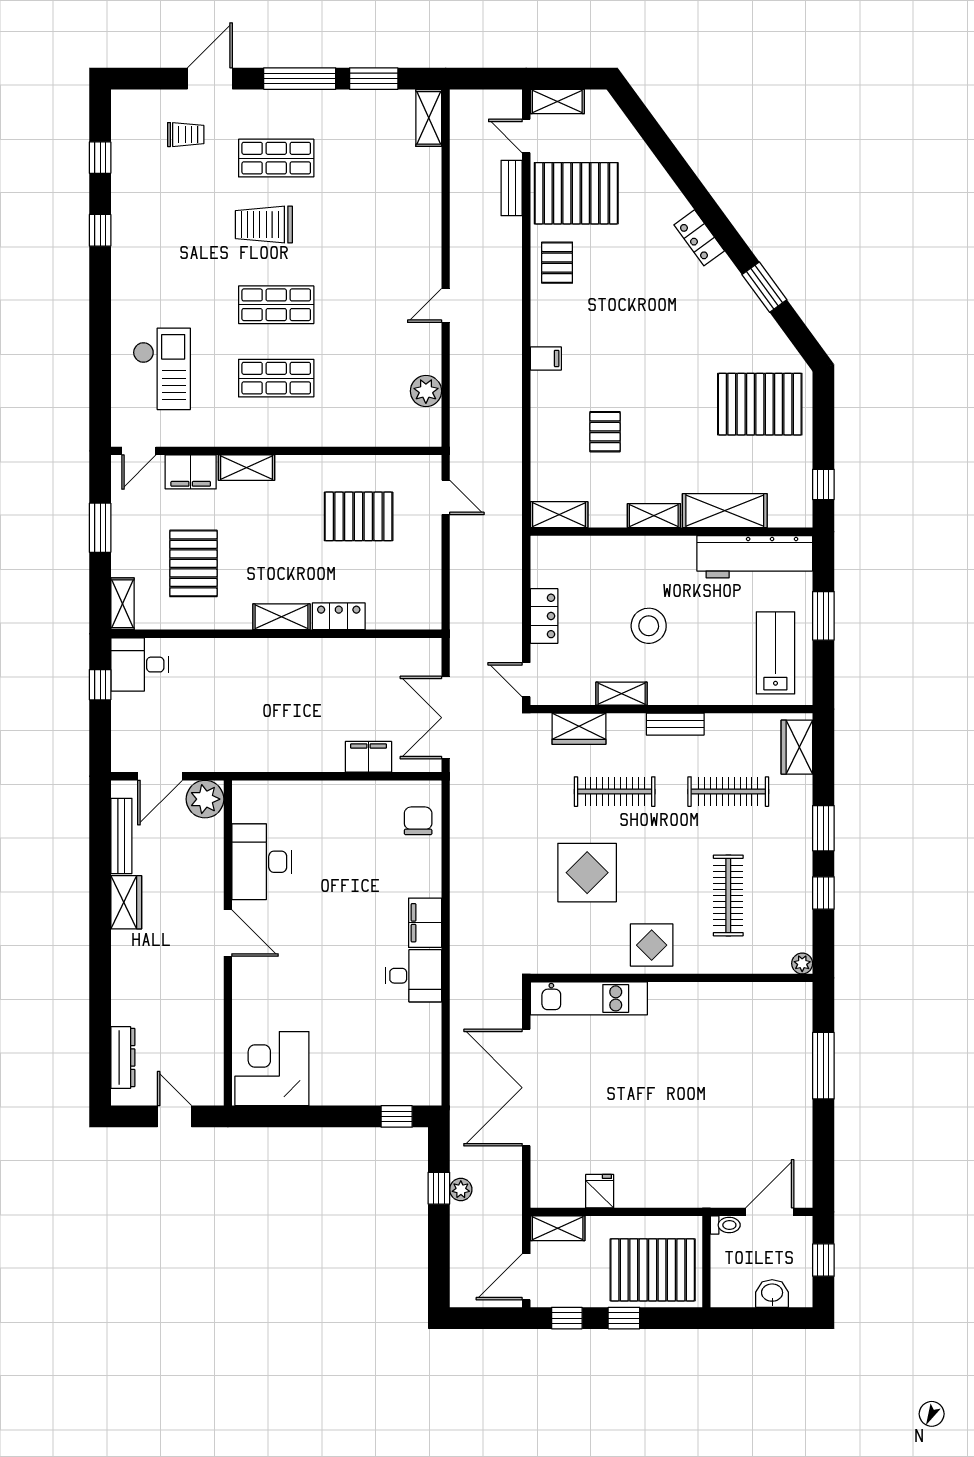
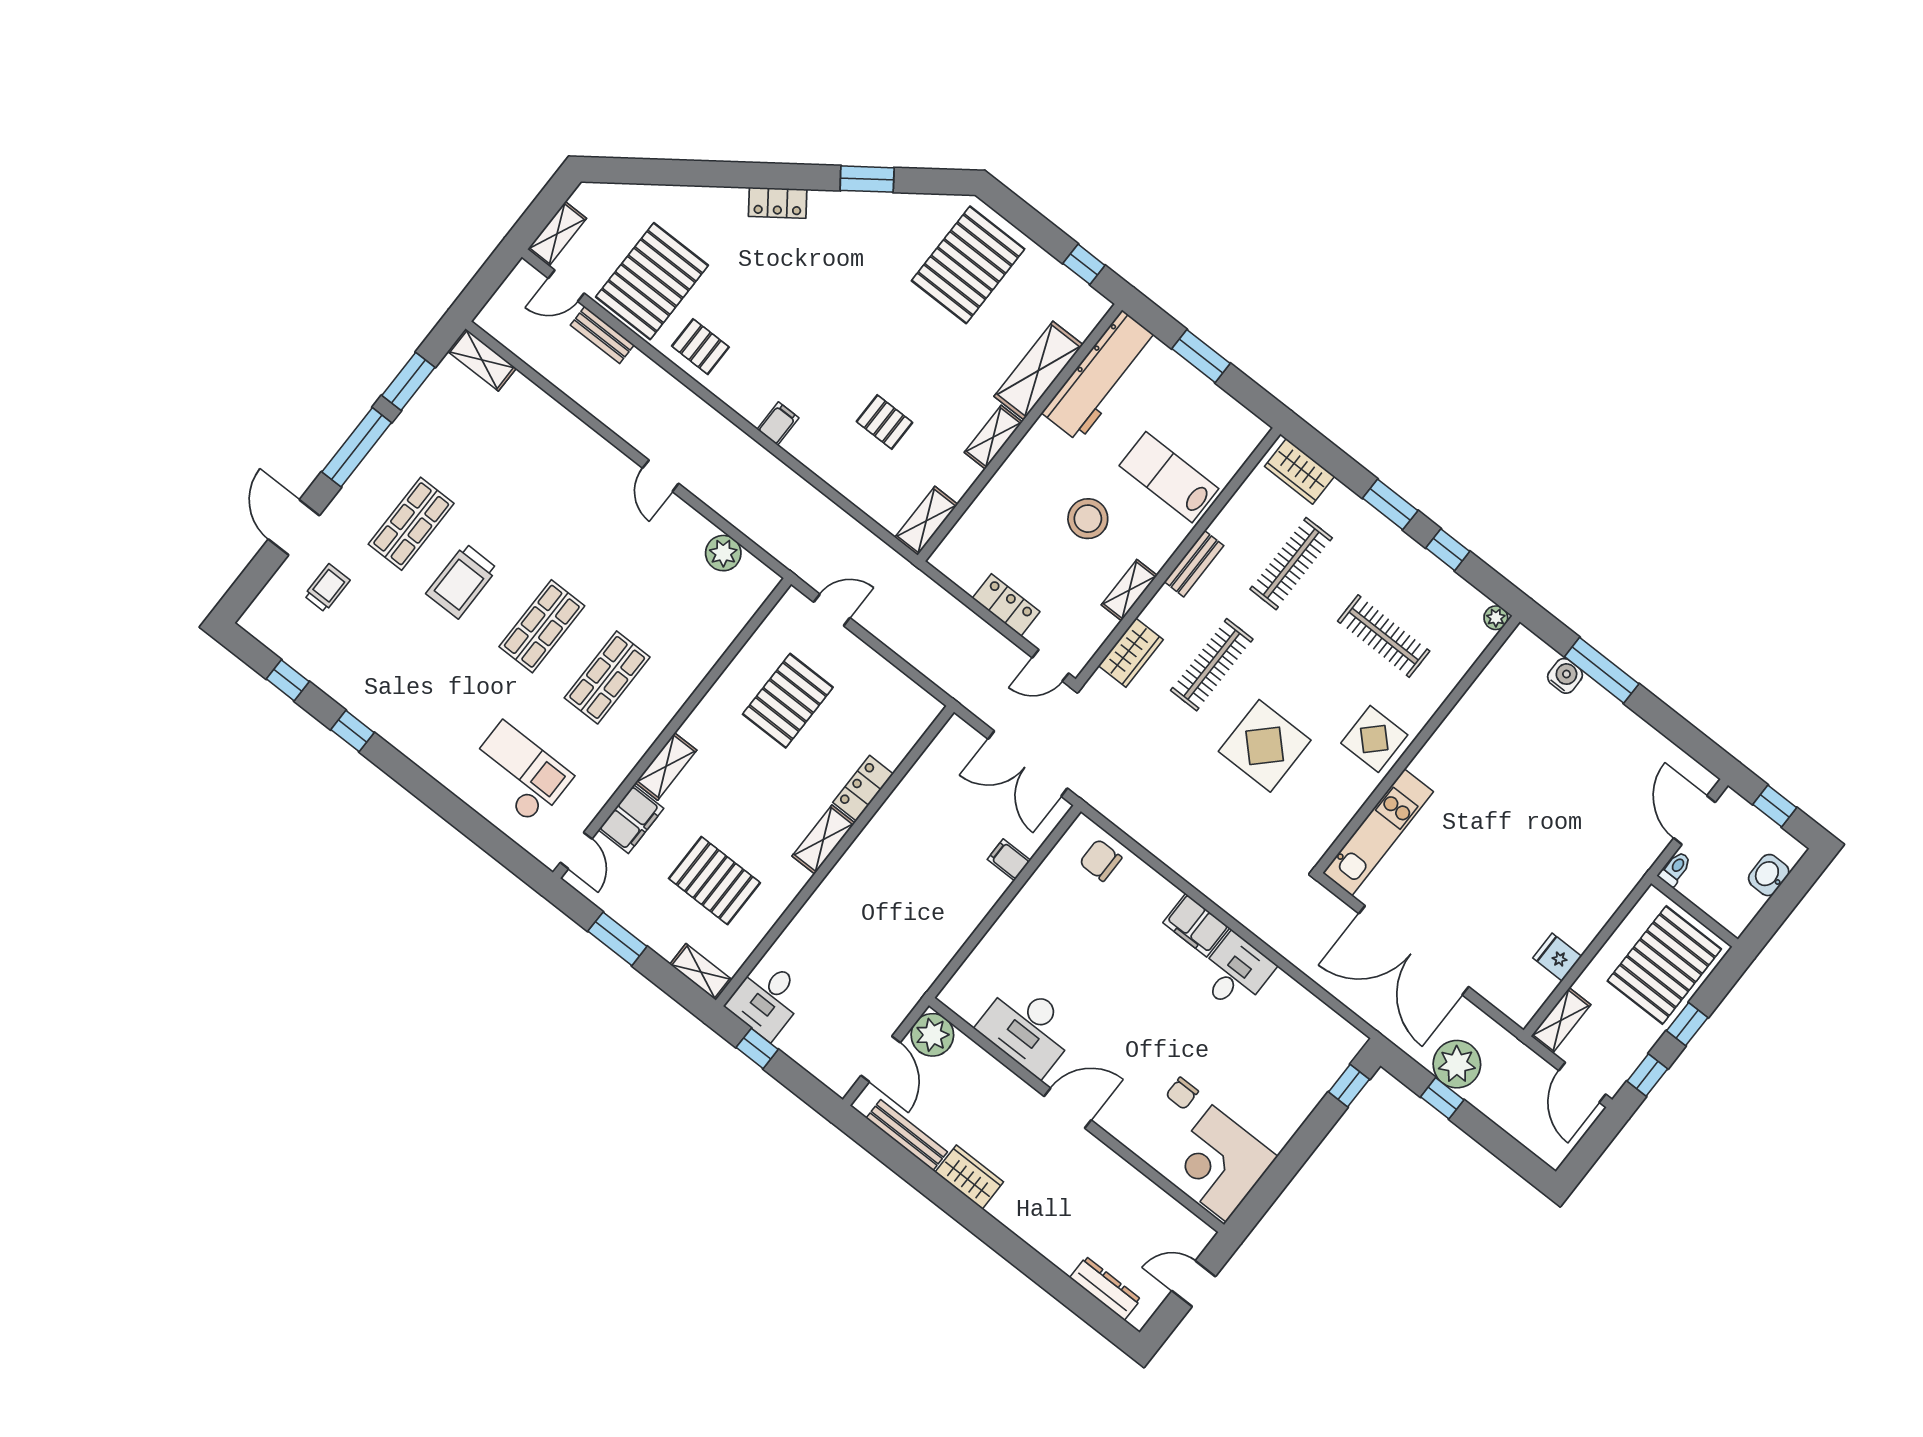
lab bench: (775, 653) -> (1169, 477), moved
filing cabinet: (368, 757) -> (1009, 860), width x0.50
chair: (301, 1005) -> (1182, 1093), added
water cooler: (799, 1043) -> (1565, 676), added
plant: (461, 1189) -> (1457, 1064), width x1.87, depth x1.87

